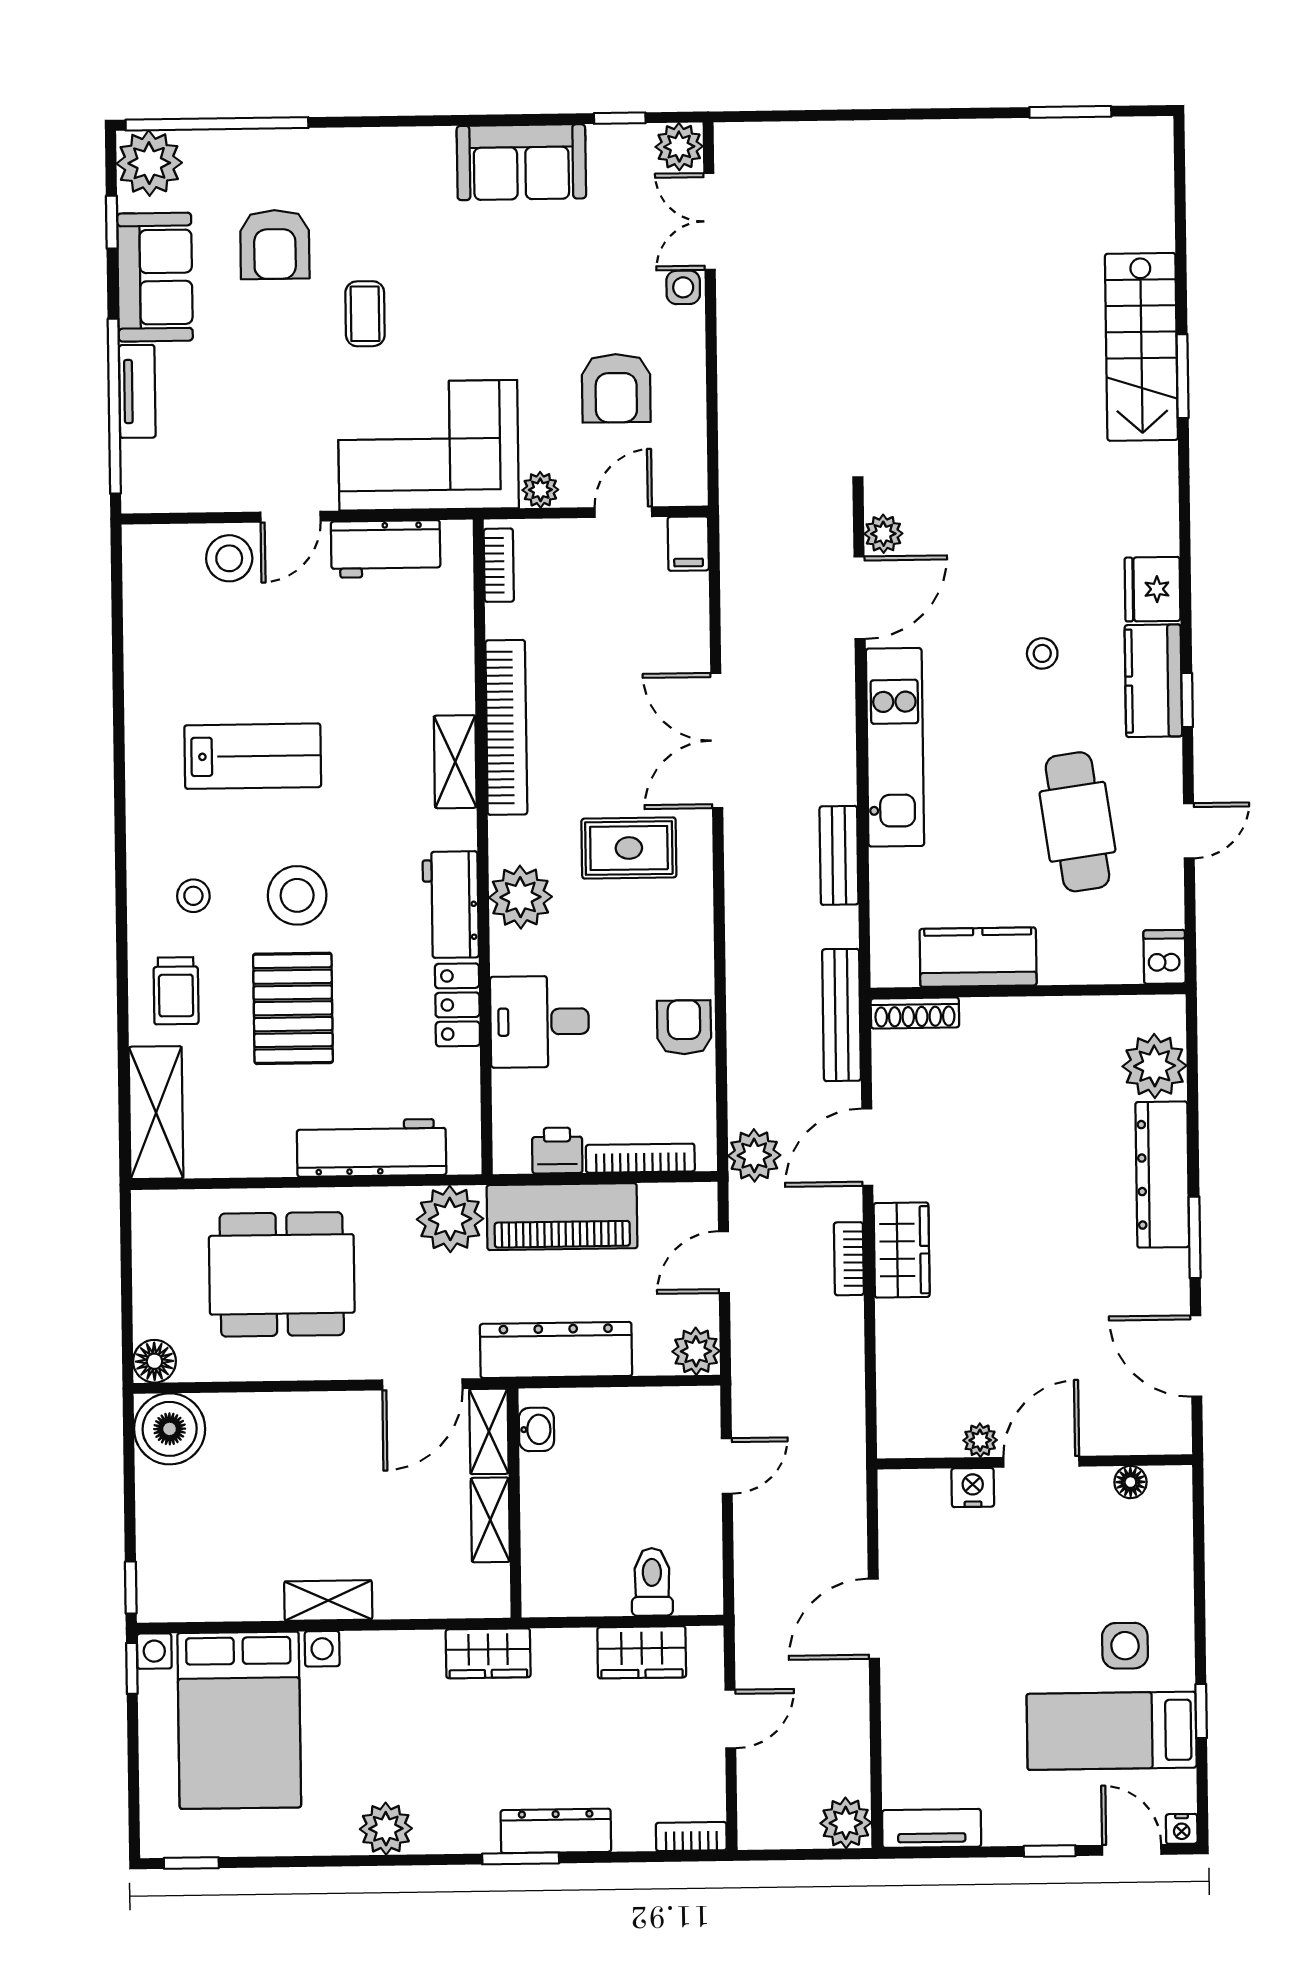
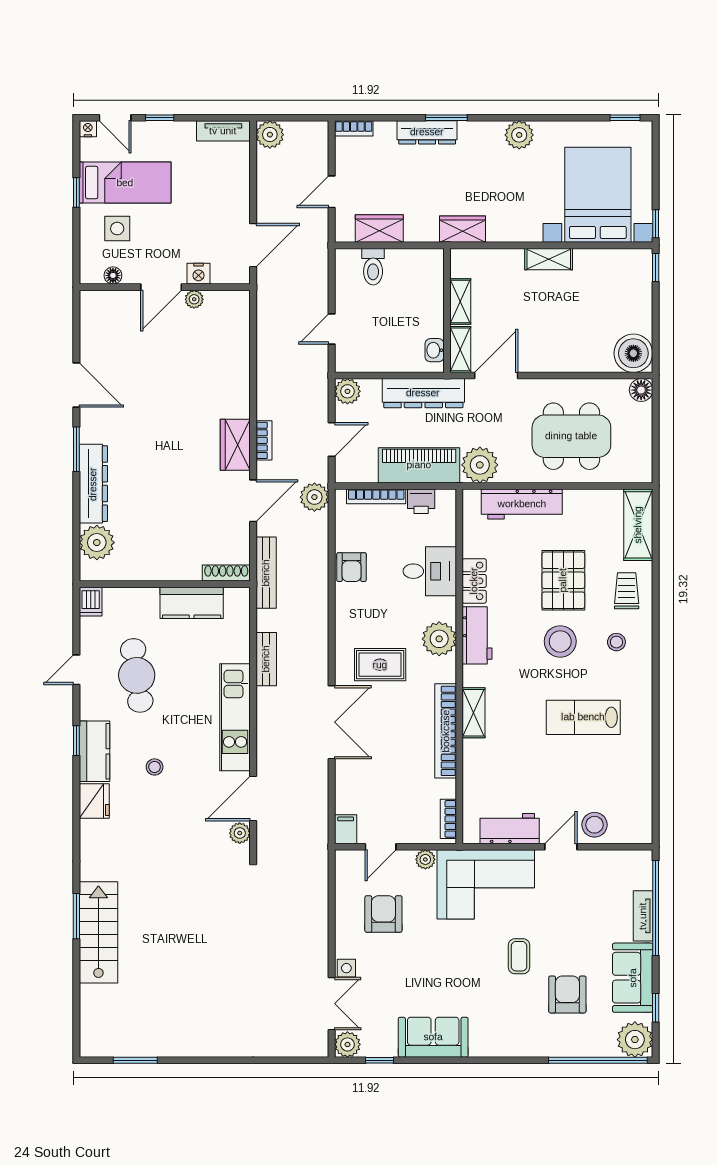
plant: (980, 1440) -> (194, 299), moved
wall: (1035, 1462) -> (165, 287), moved
door: (1041, 1462) -> (161, 287), moved
floor lamp: (1130, 1482) -> (113, 275), moved
nightstand: (973, 1488) -> (199, 274), moved

